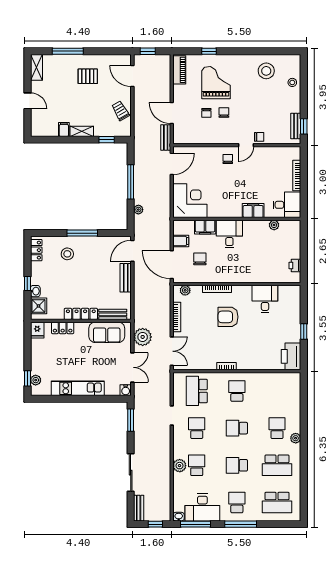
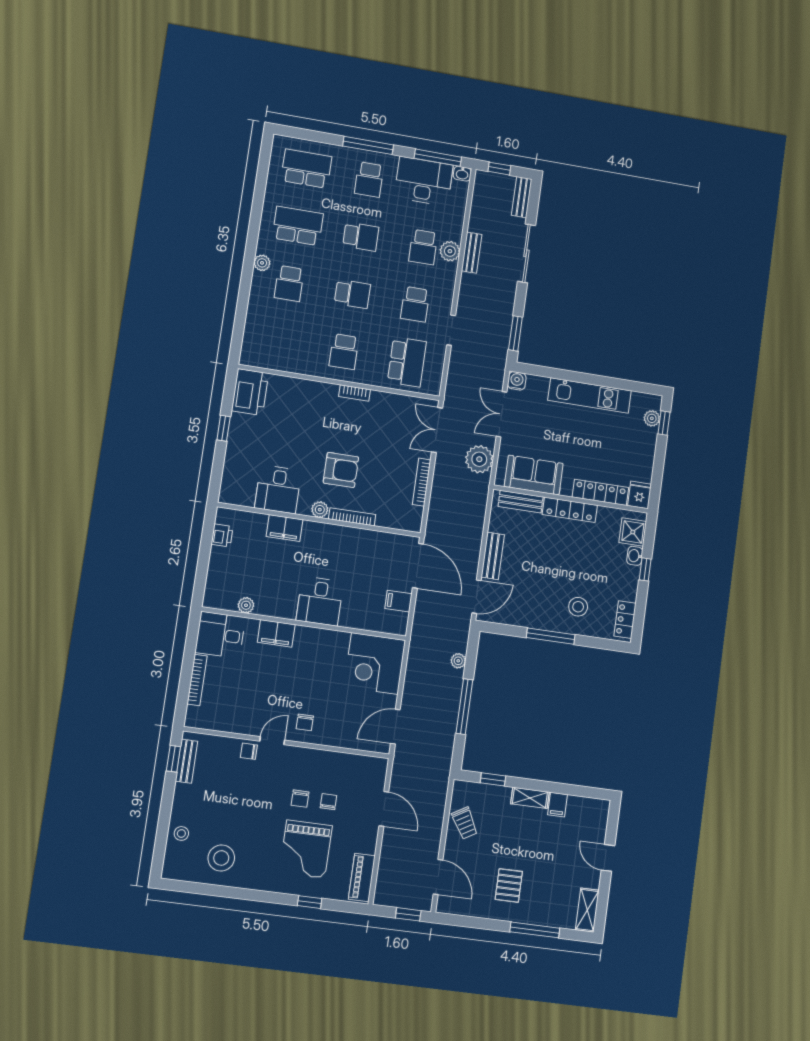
pallet: (88, 76) -> (509, 885), turned 90
bench: (166, 138) -> (472, 253), moved
filing cabinet: (205, 227) -> (284, 528), moved, turned 180
chair: (200, 259) -> (372, 568), removed
plant: (185, 290) -> (320, 510), moved
locker: (63, 328) -> (600, 492), width x1.53

